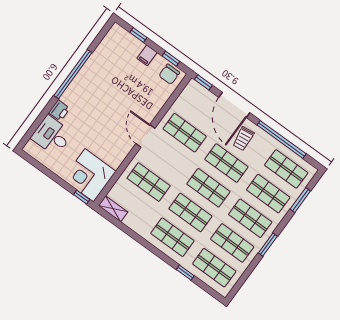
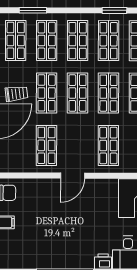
window: (268, 245) -> (114, 10), moved

